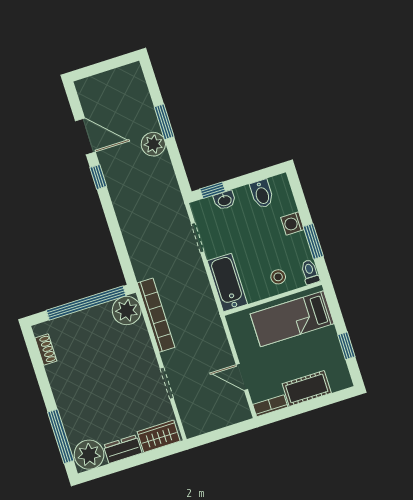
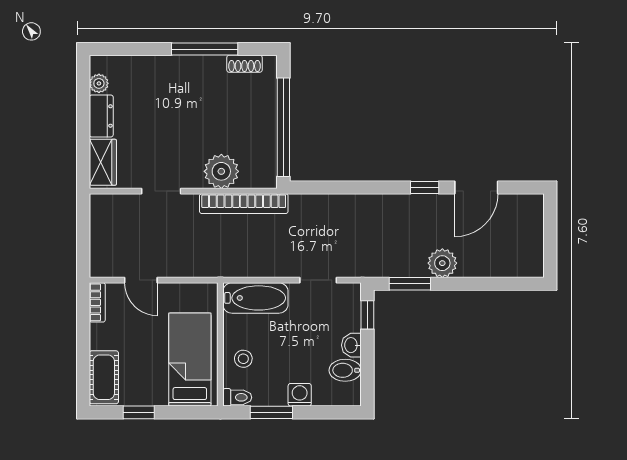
window: (164, 122) -> (410, 284), moved
washbasin: (225, 200) -> (351, 345), moved
plant: (127, 311) -> (221, 171), moved
door: (242, 377) -> (141, 280), swing flipped
cot: (307, 388) -> (104, 377), moved
window: (61, 436) -> (205, 49), moved
plant: (89, 455) -> (99, 83), width x0.53, depth x0.53

